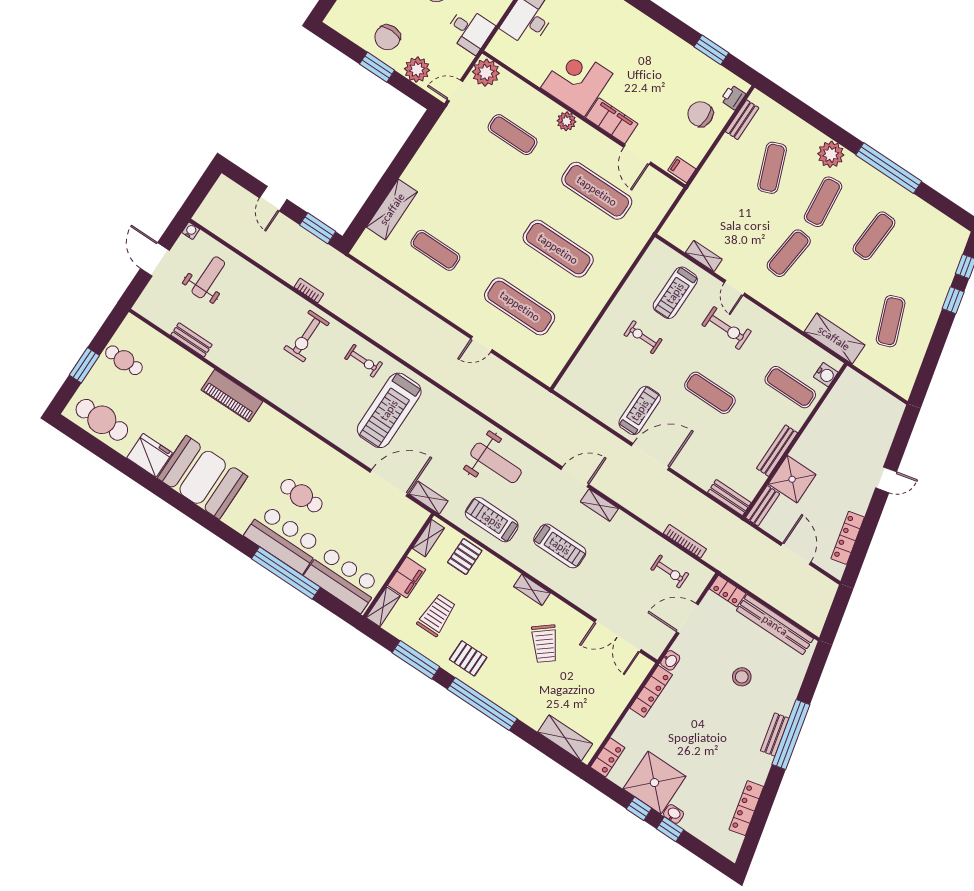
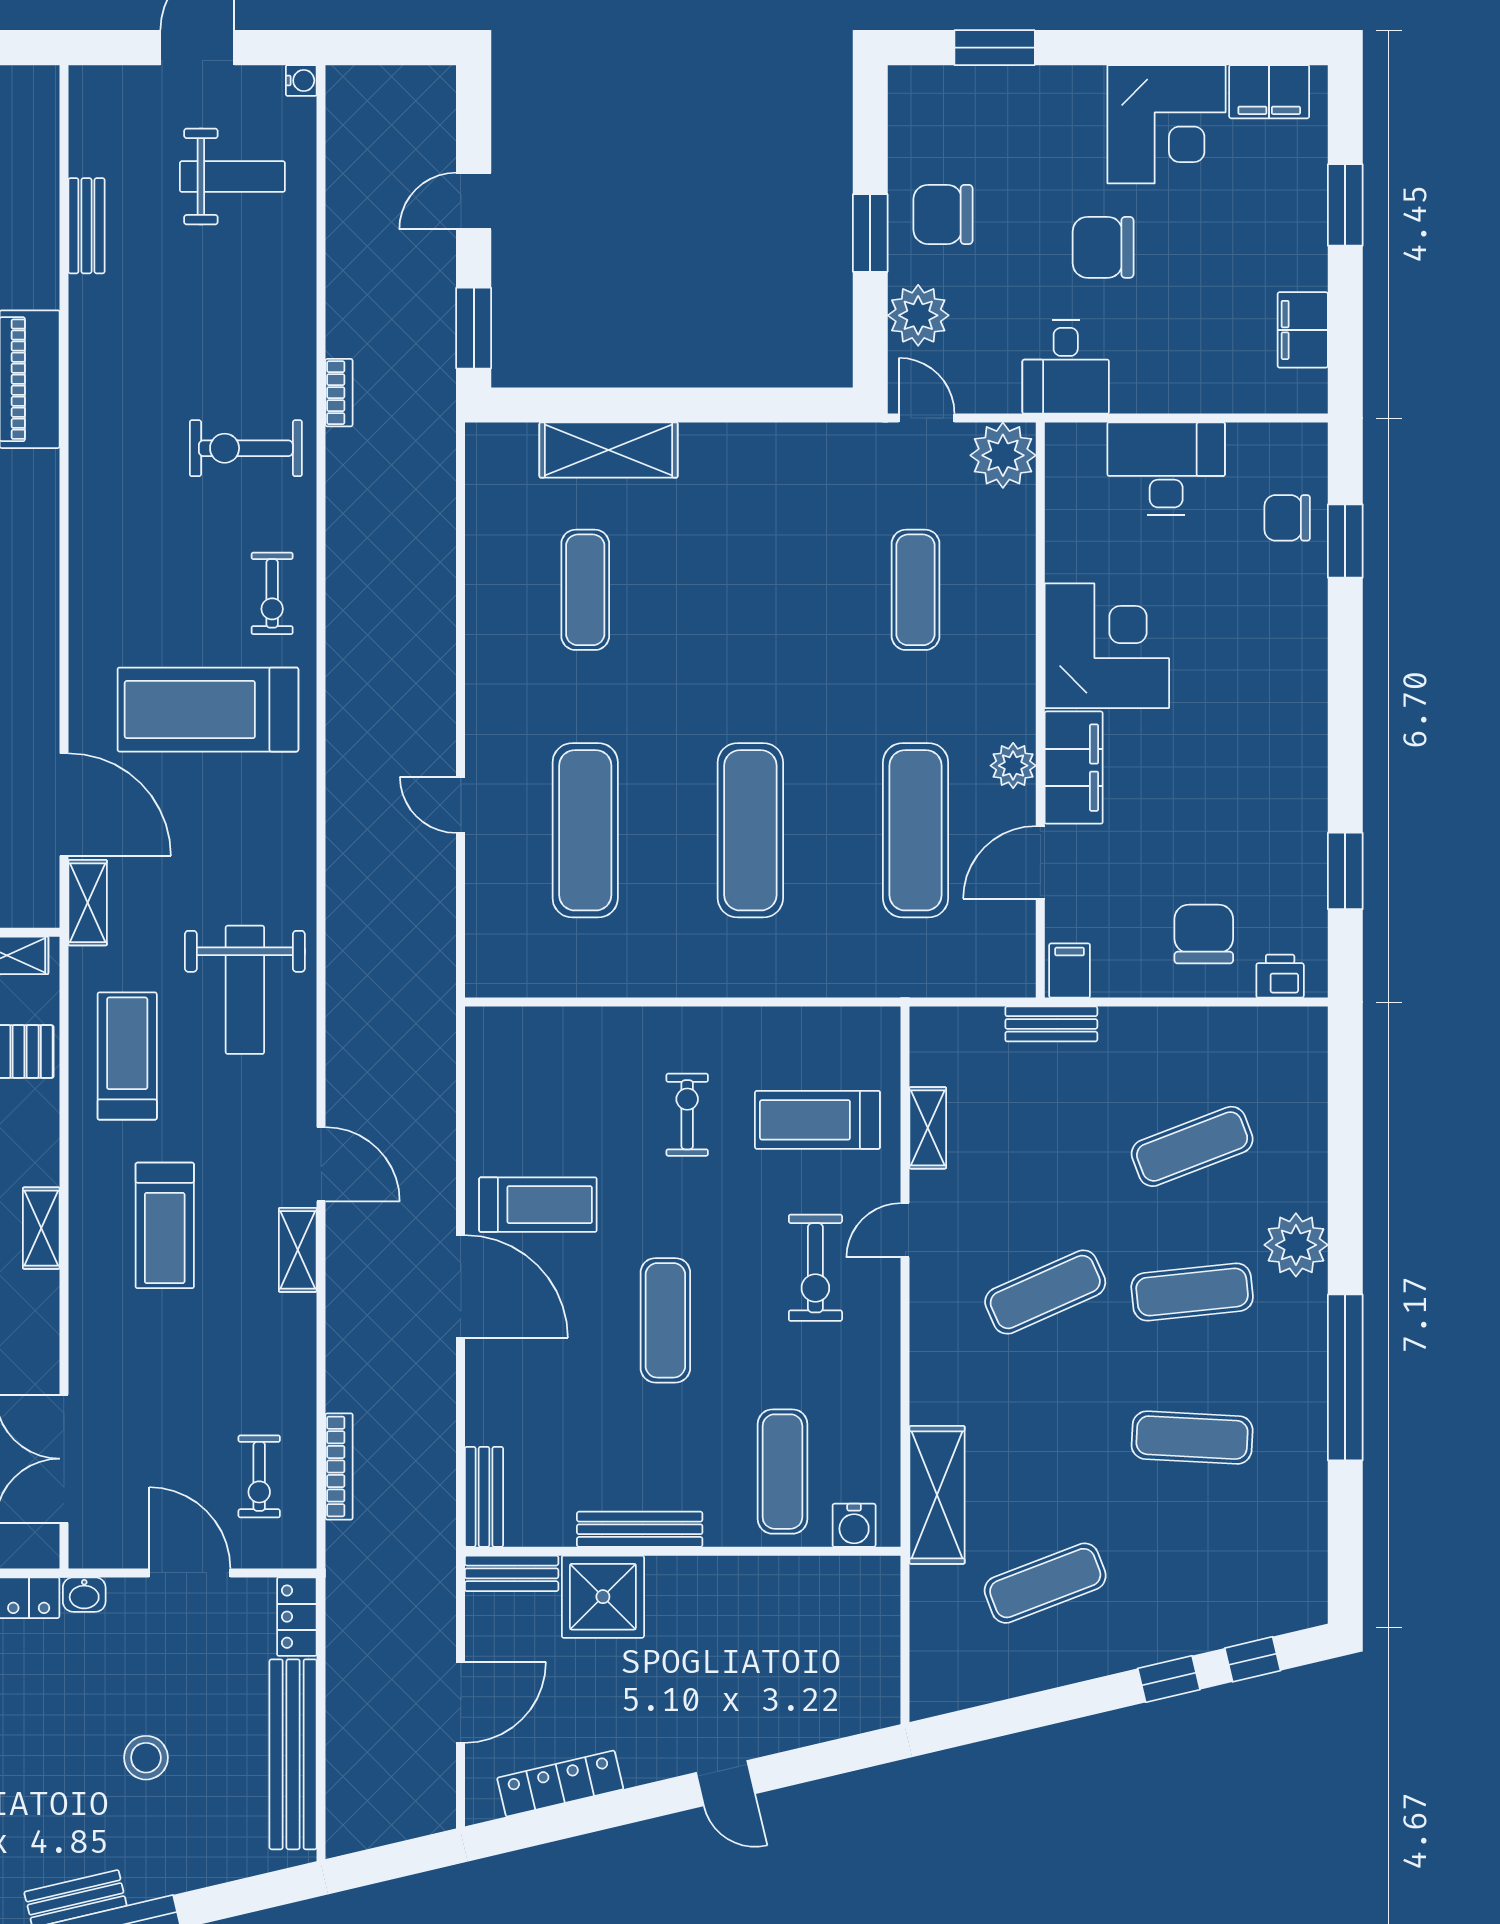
bench: (742, 120) -> (1051, 1024), moved
plant: (566, 121) -> (1013, 766), moved
exercise mat: (789, 253) -> (1045, 1292), turned -30

